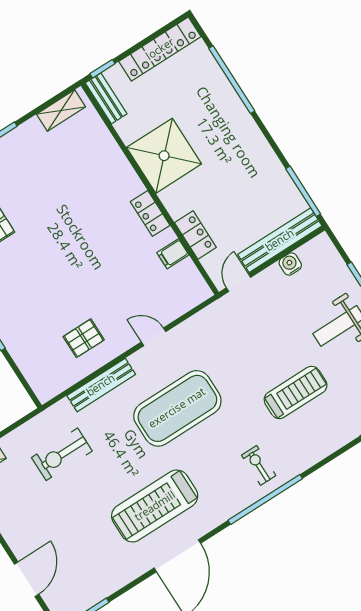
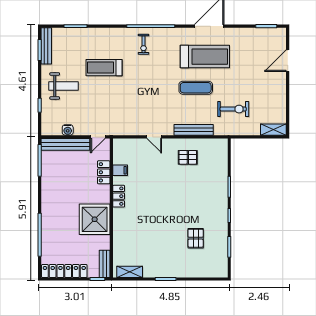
exercise mat: (177, 408) -> (196, 88), moved, width x0.50, depth x0.69

